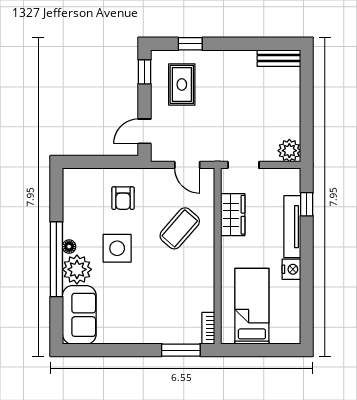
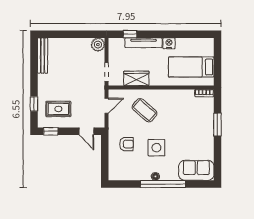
bench: (279, 58) -> (43, 56), width x1.36
plant: (77, 269) -> (169, 172), removed
window: (181, 350) -> (217, 125), moved

